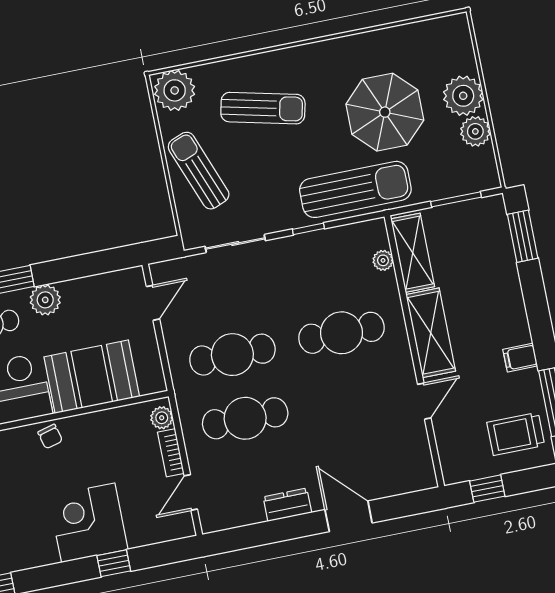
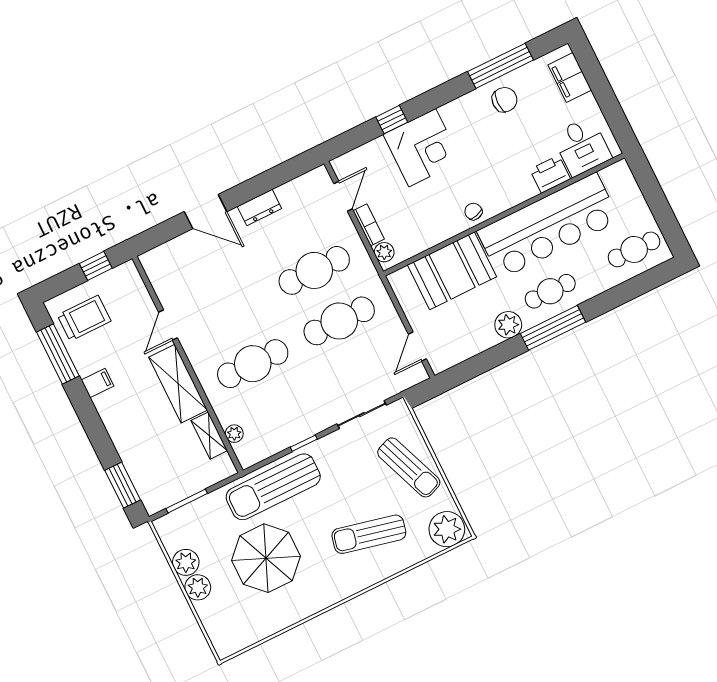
plant: (463, 96) -> (198, 587), width x0.73, depth x0.73
shelving: (413, 253) -> (209, 436), width x0.67, depth x0.75

